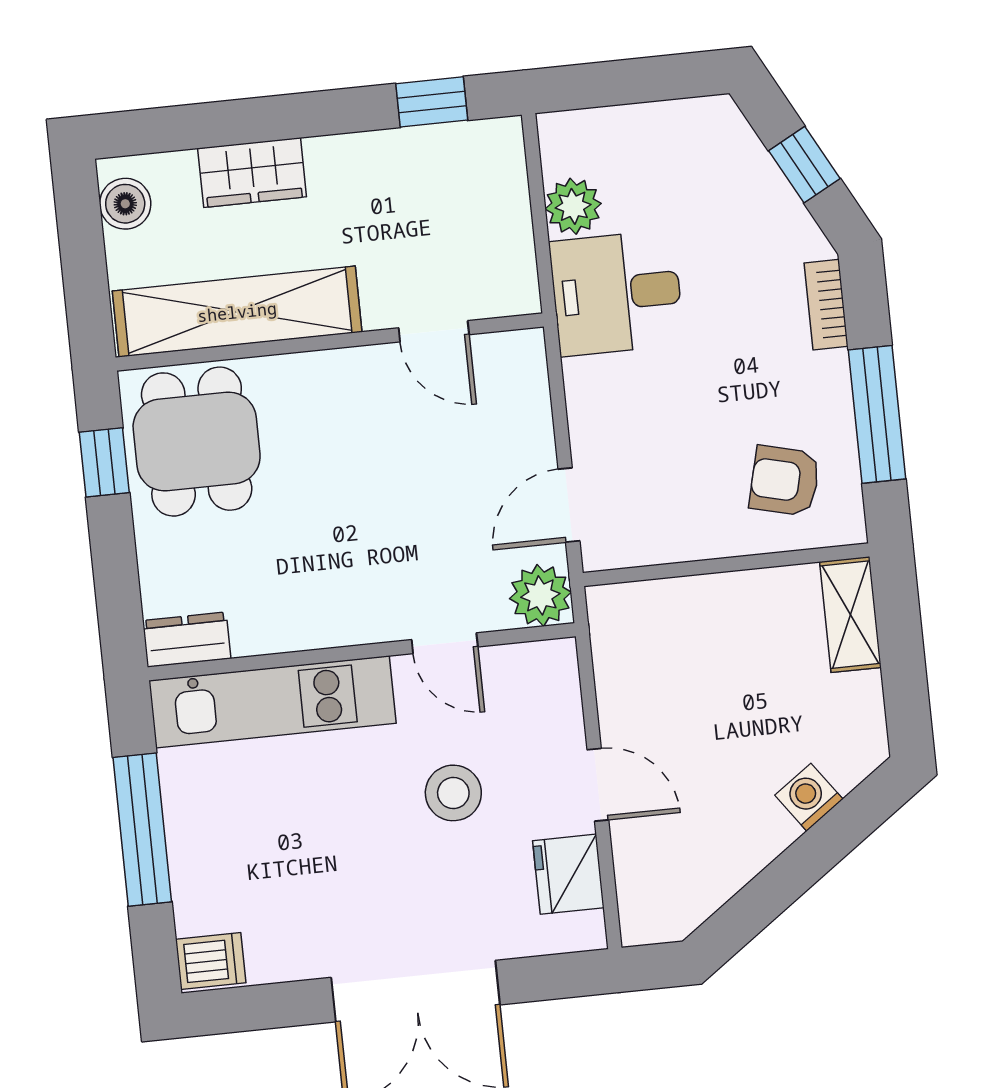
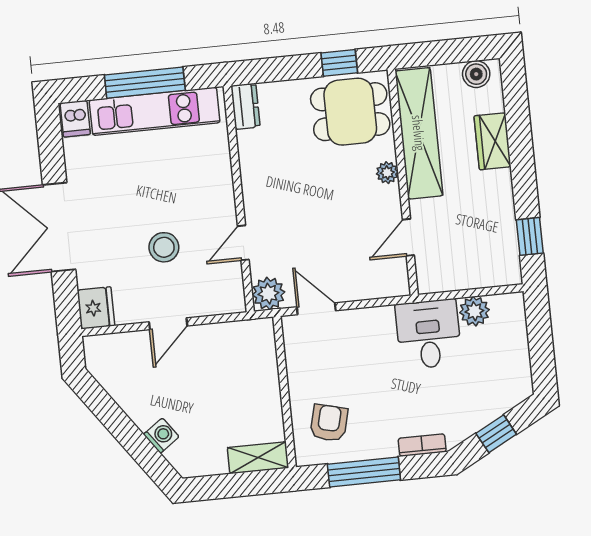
plant: (312, 371) -> (387, 173), added
kitchen unit: (272, 702) -> (155, 111), moved, turned -90
fridge: (568, 874) -> (96, 308), moved, turned 90

